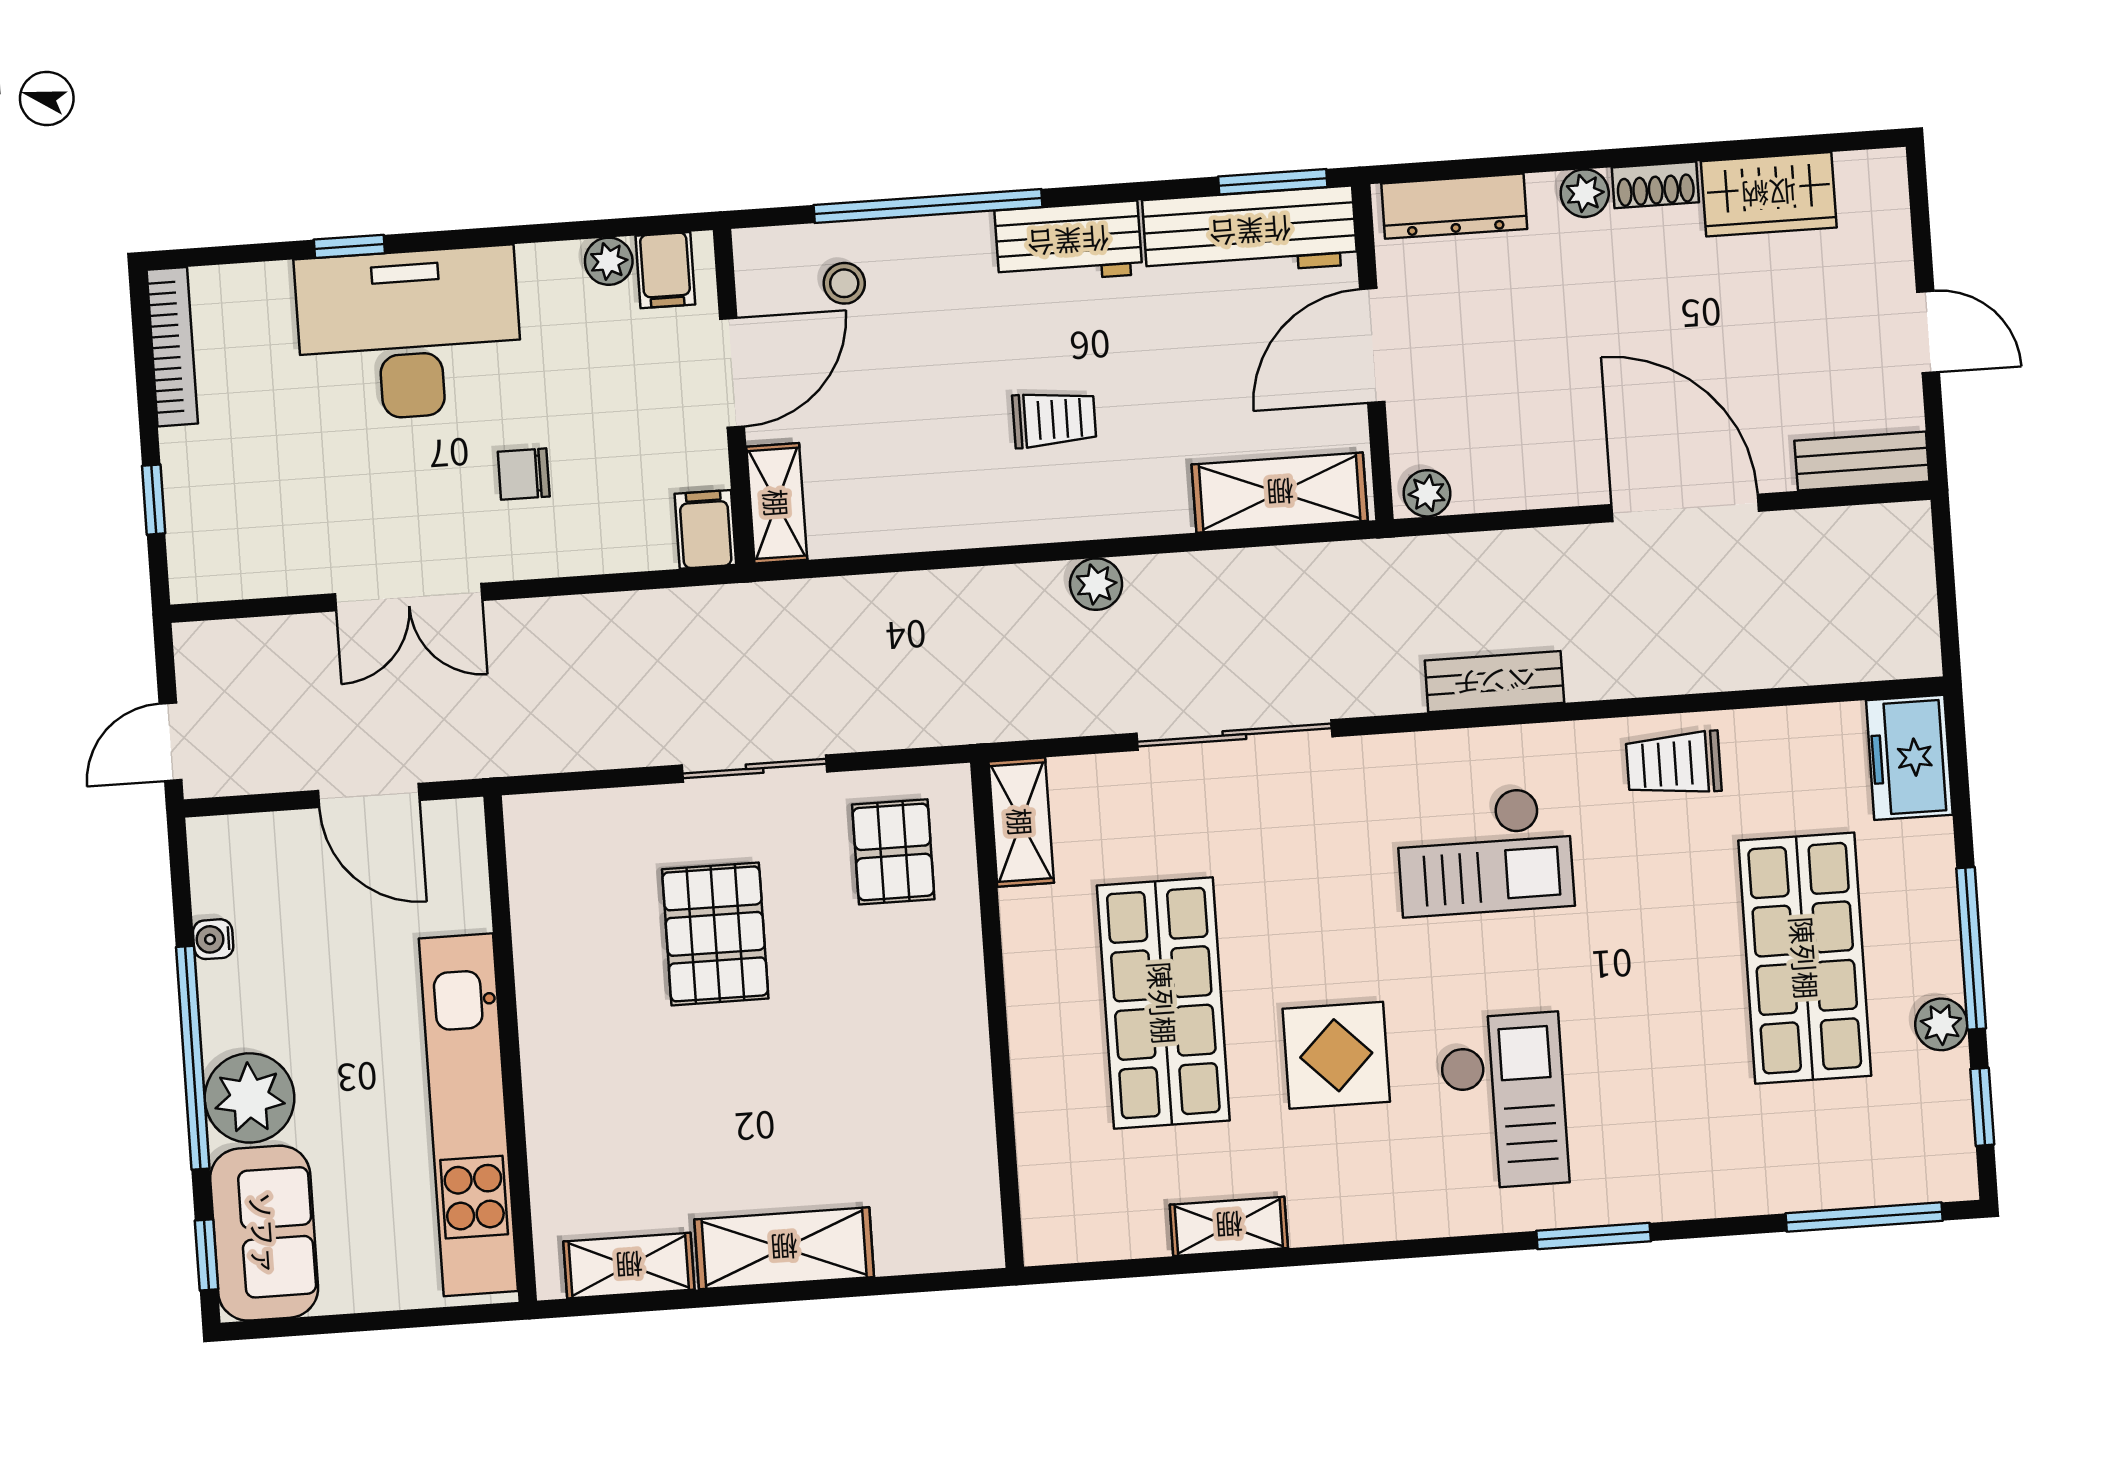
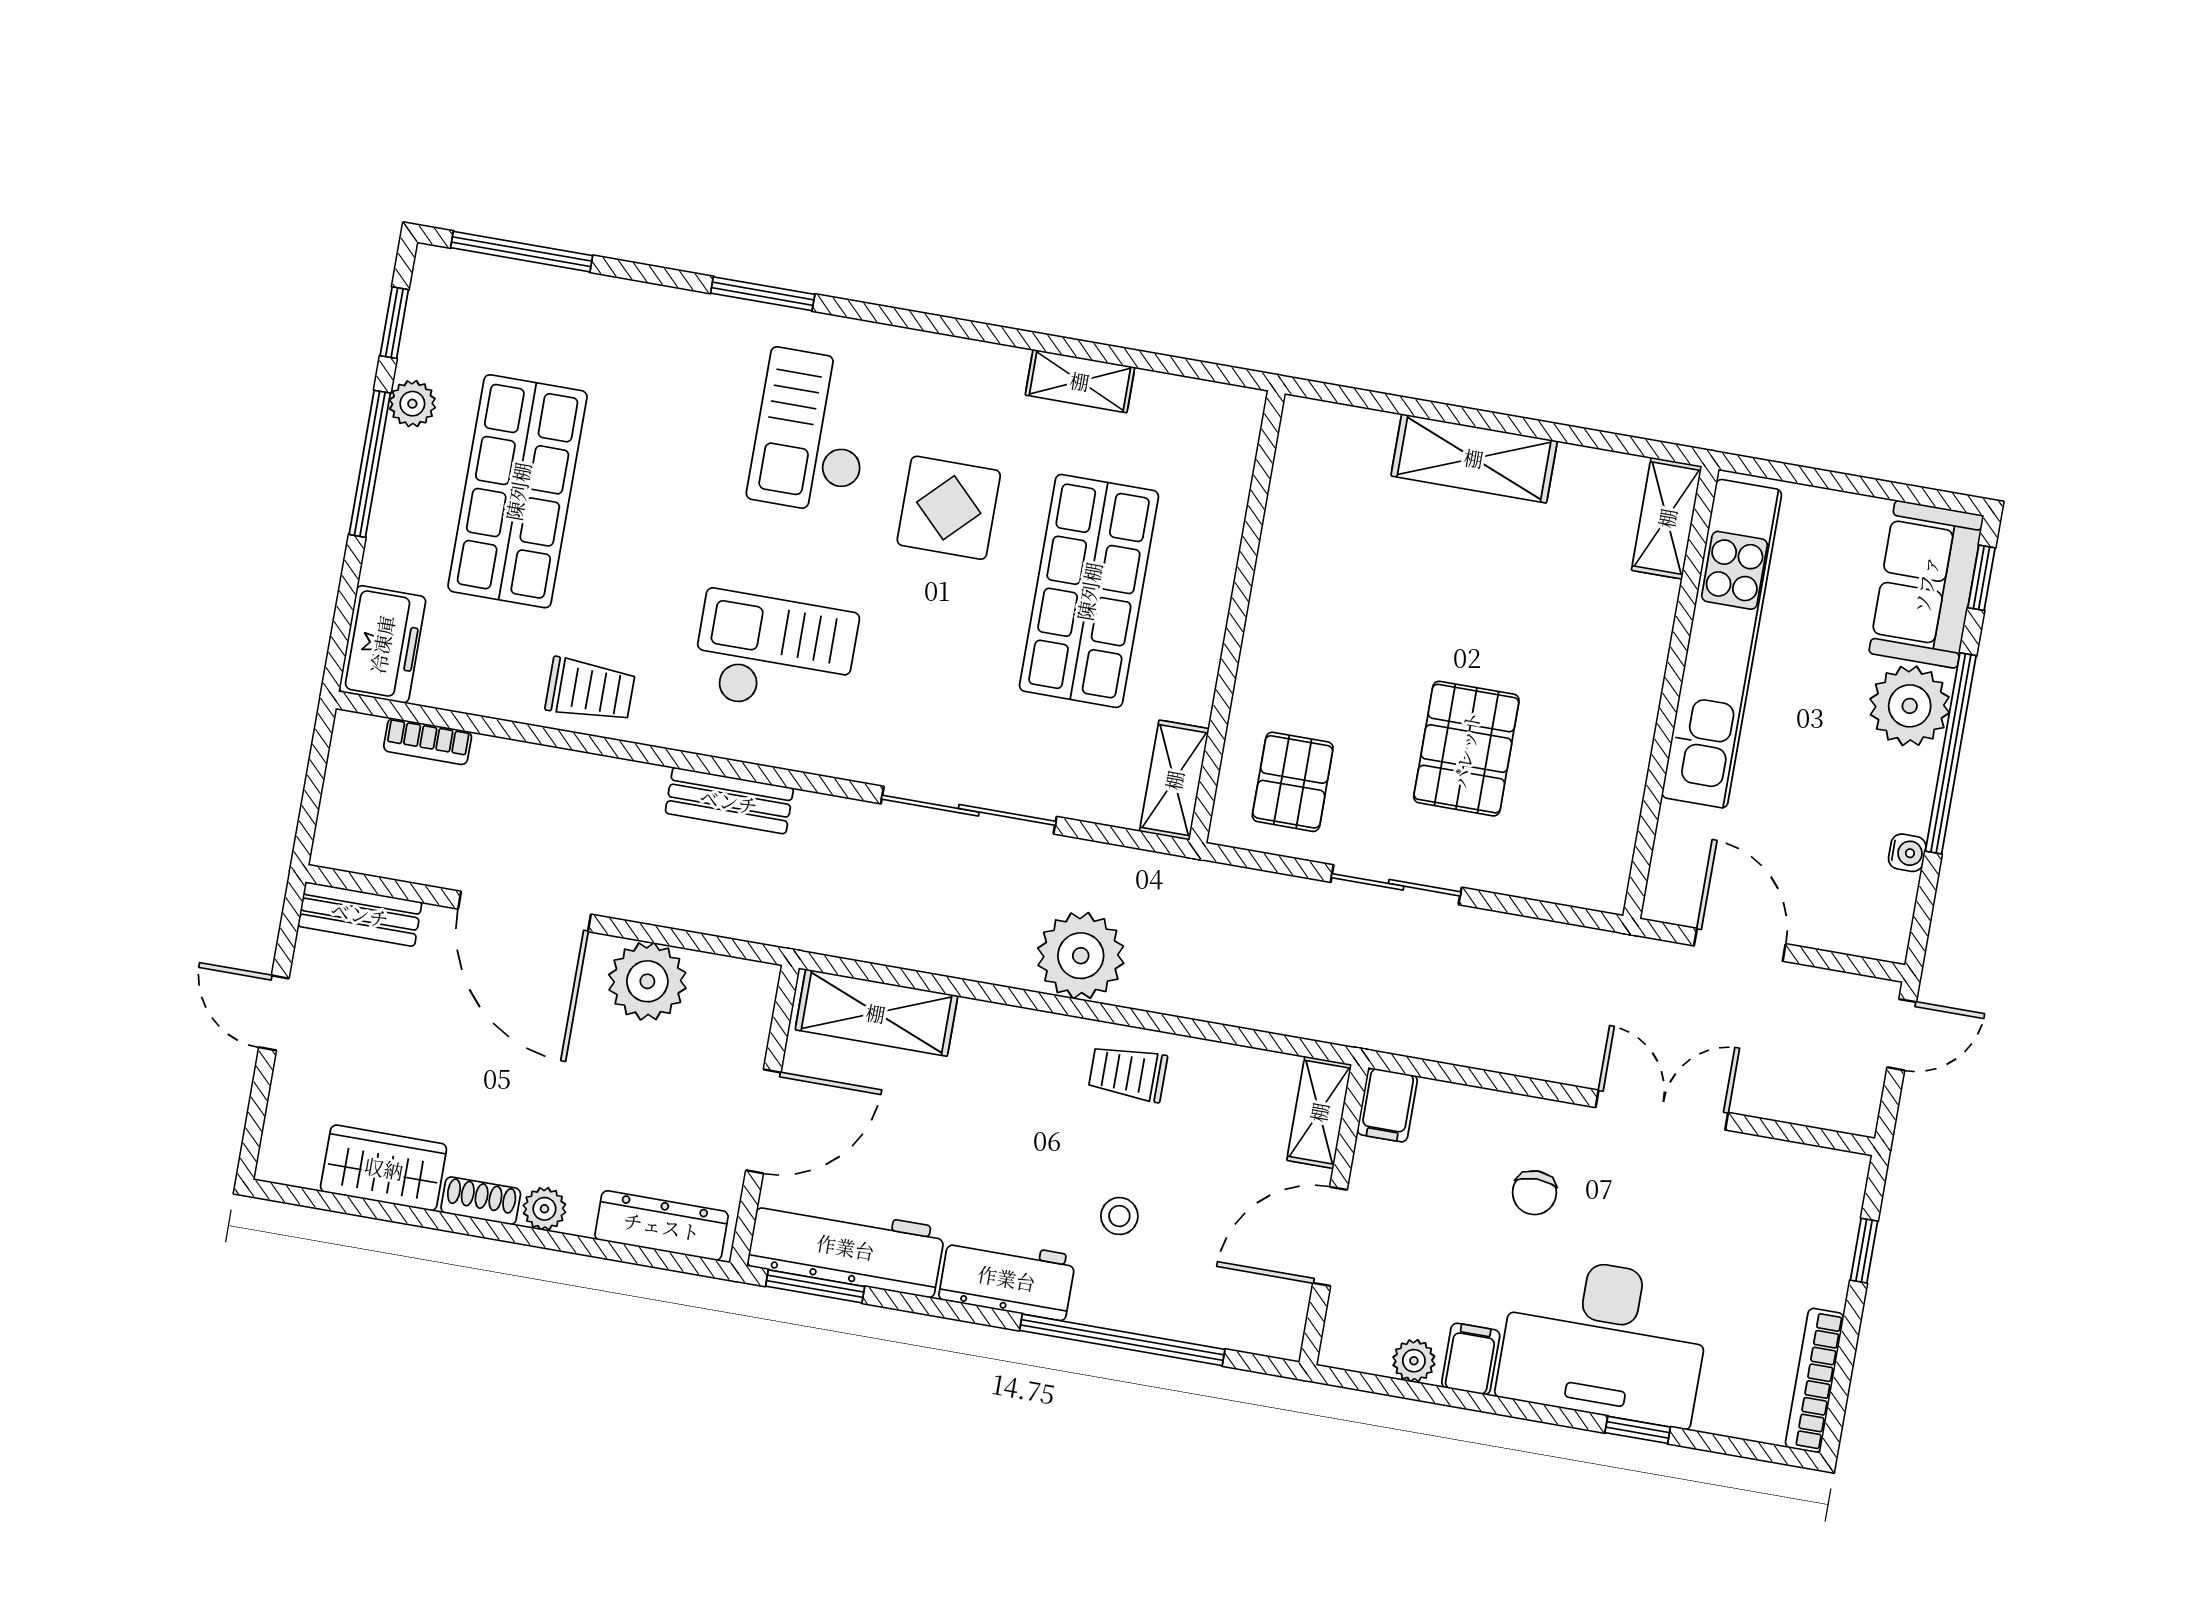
filing cabinet: (665, 270) -> (1471, 1359), moved
stool: (844, 283) -> (1119, 1216), moved
trolley: (1054, 419) -> (1128, 1073), moved
chair: (524, 474) -> (1534, 1193), turned 90
plant: (1427, 493) -> (647, 981), moved, width x1.88, depth x1.88
plant: (1096, 584) -> (1081, 956), width x1.88, depth x1.88
bookcase: (1835, 665) -> (428, 741), added
shelving: (629, 1266) -> (1667, 518), moved, turned 90

